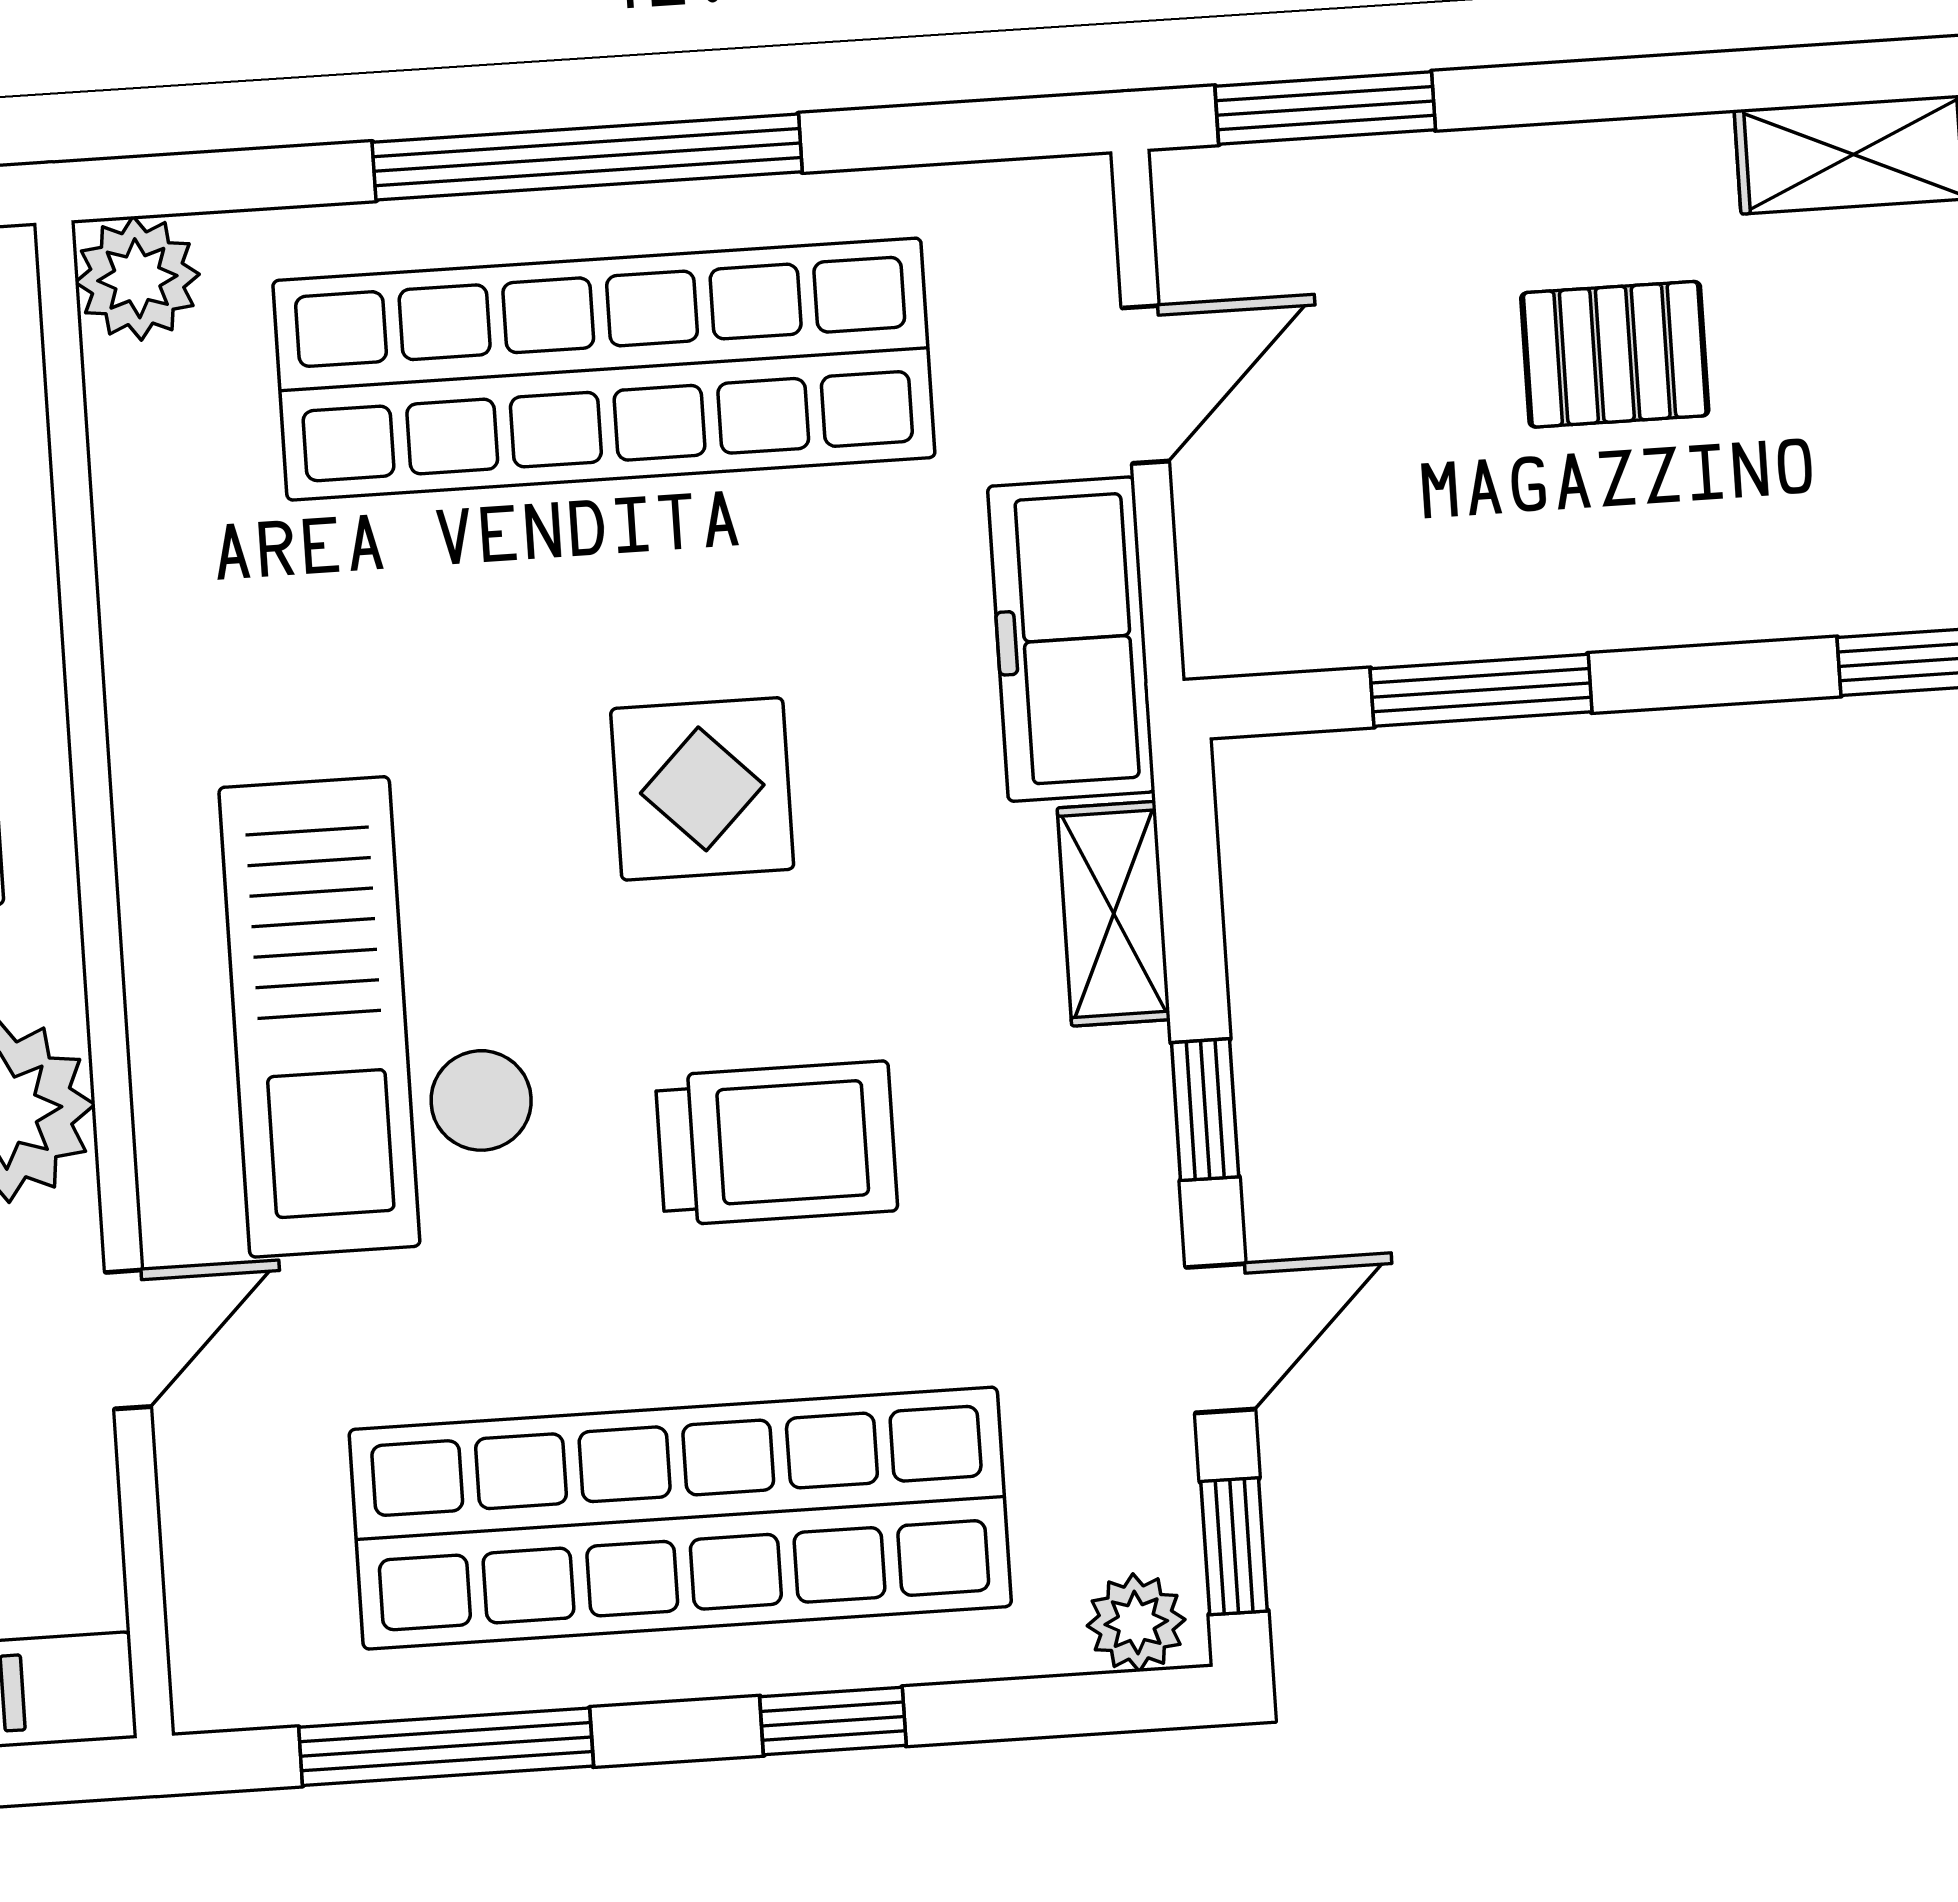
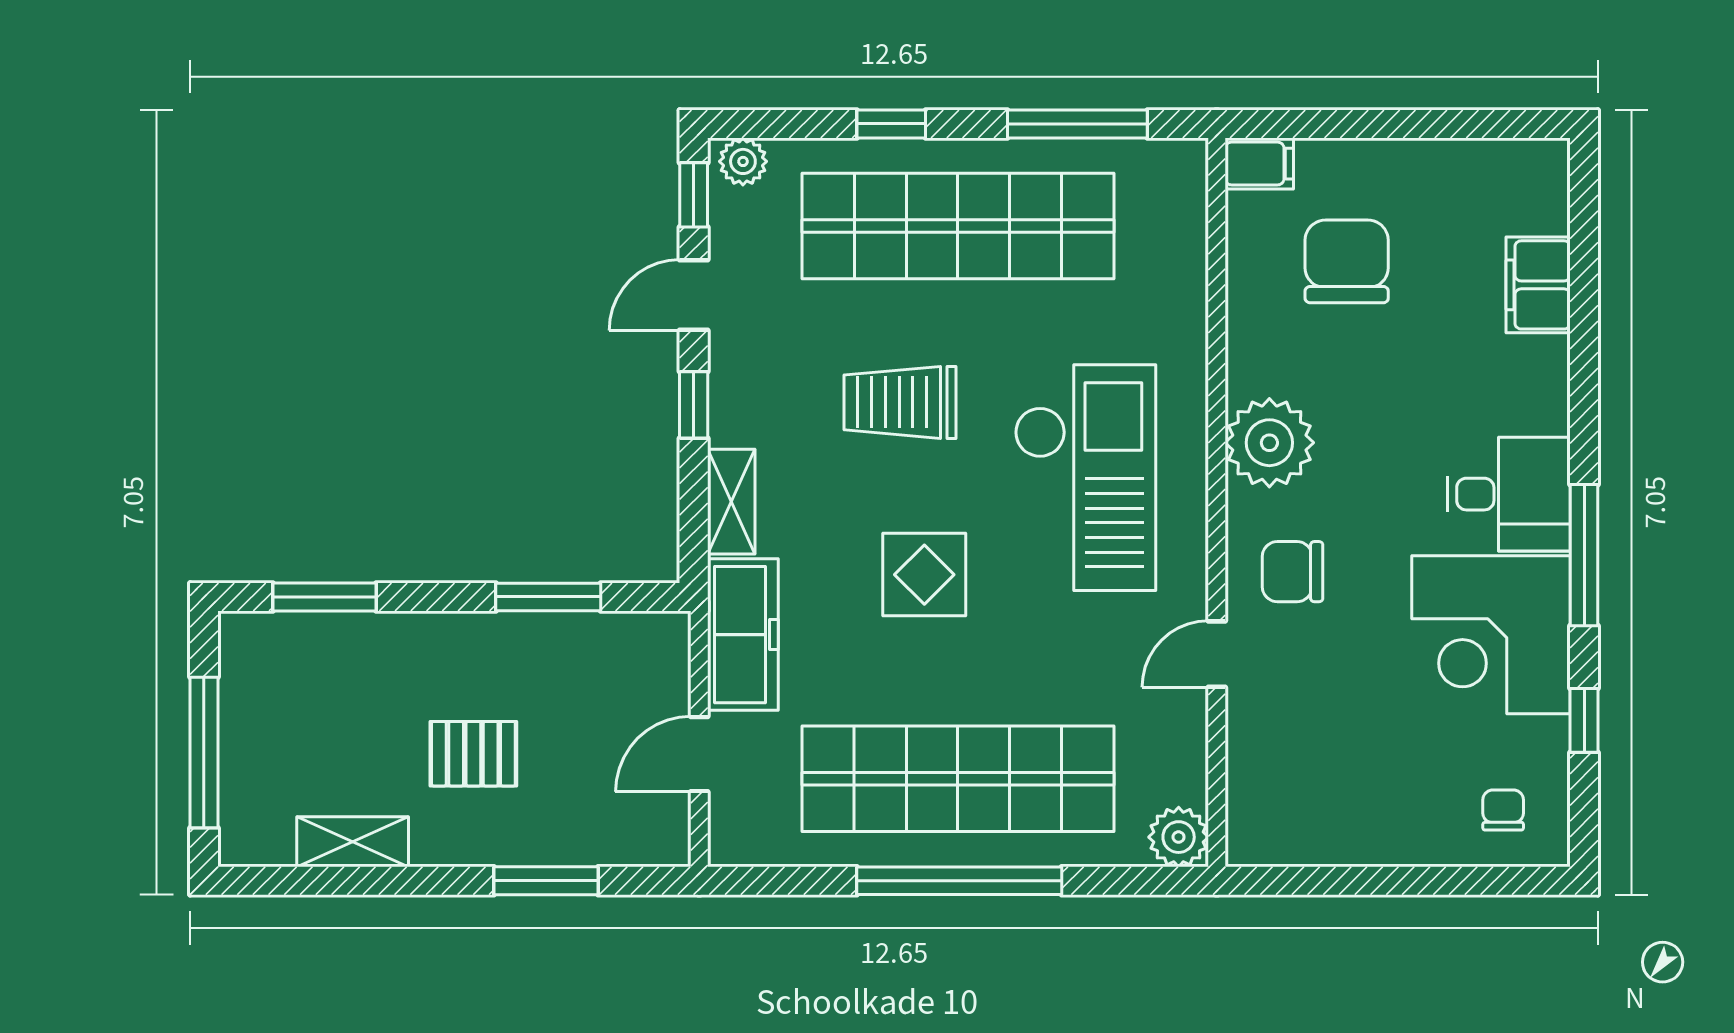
window: (1325, 108) -> (546, 881), moved
door: (128, 1339) -> (1217, 654), moved

